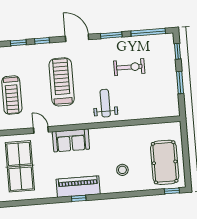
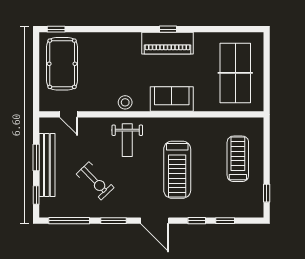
exercise bike: (129, 67) -> (95, 181), turned -134
bench: (170, 77) -> (47, 165), added
door: (41, 130) -> (69, 114), moved
stool: (122, 170) -> (125, 102), moved

